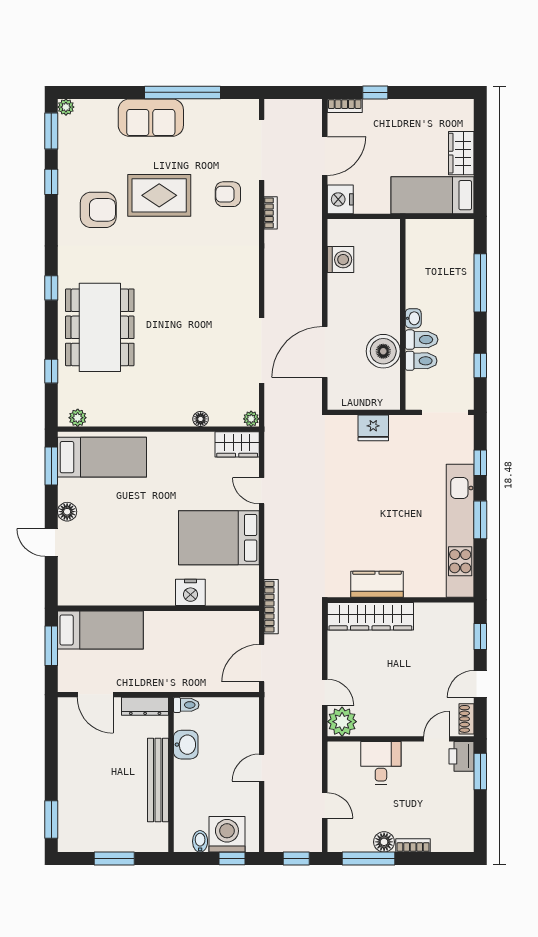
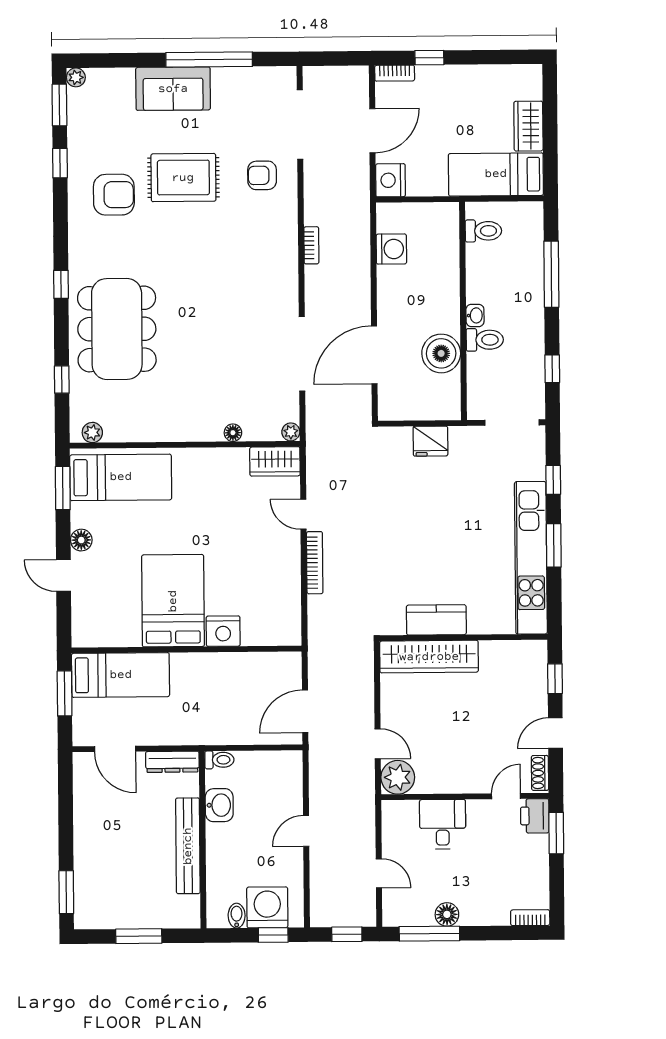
bookcase: (271, 213) -> (311, 245), moved
toilet: (421, 361) -> (483, 231), moved
bed: (219, 538) -> (173, 601), moved, turned 90
bookcase: (271, 607) -> (315, 563), moved
bookcase: (413, 845) -> (530, 918), moved

